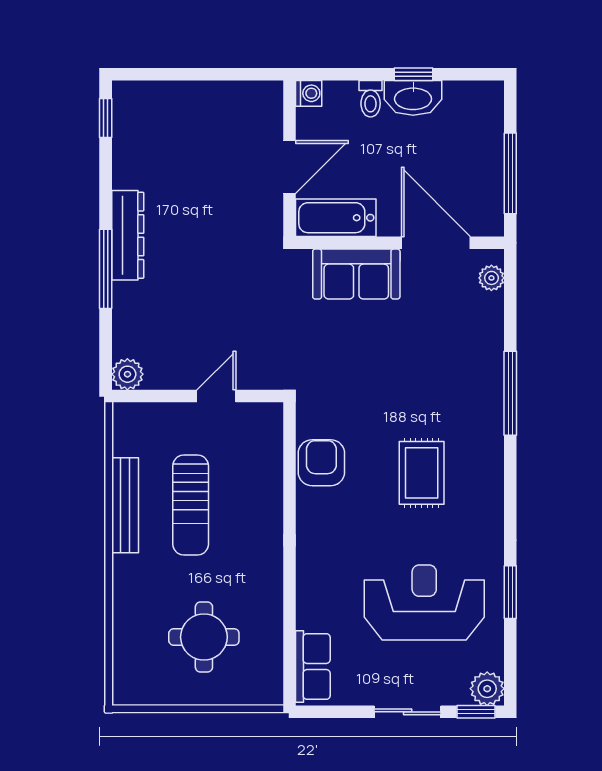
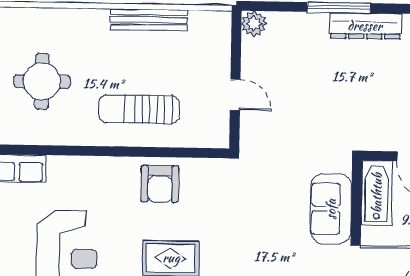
armchair: (321, 463) -> (160, 184), moved, turned 90
sun lounger: (191, 505) -> (139, 109), moved

